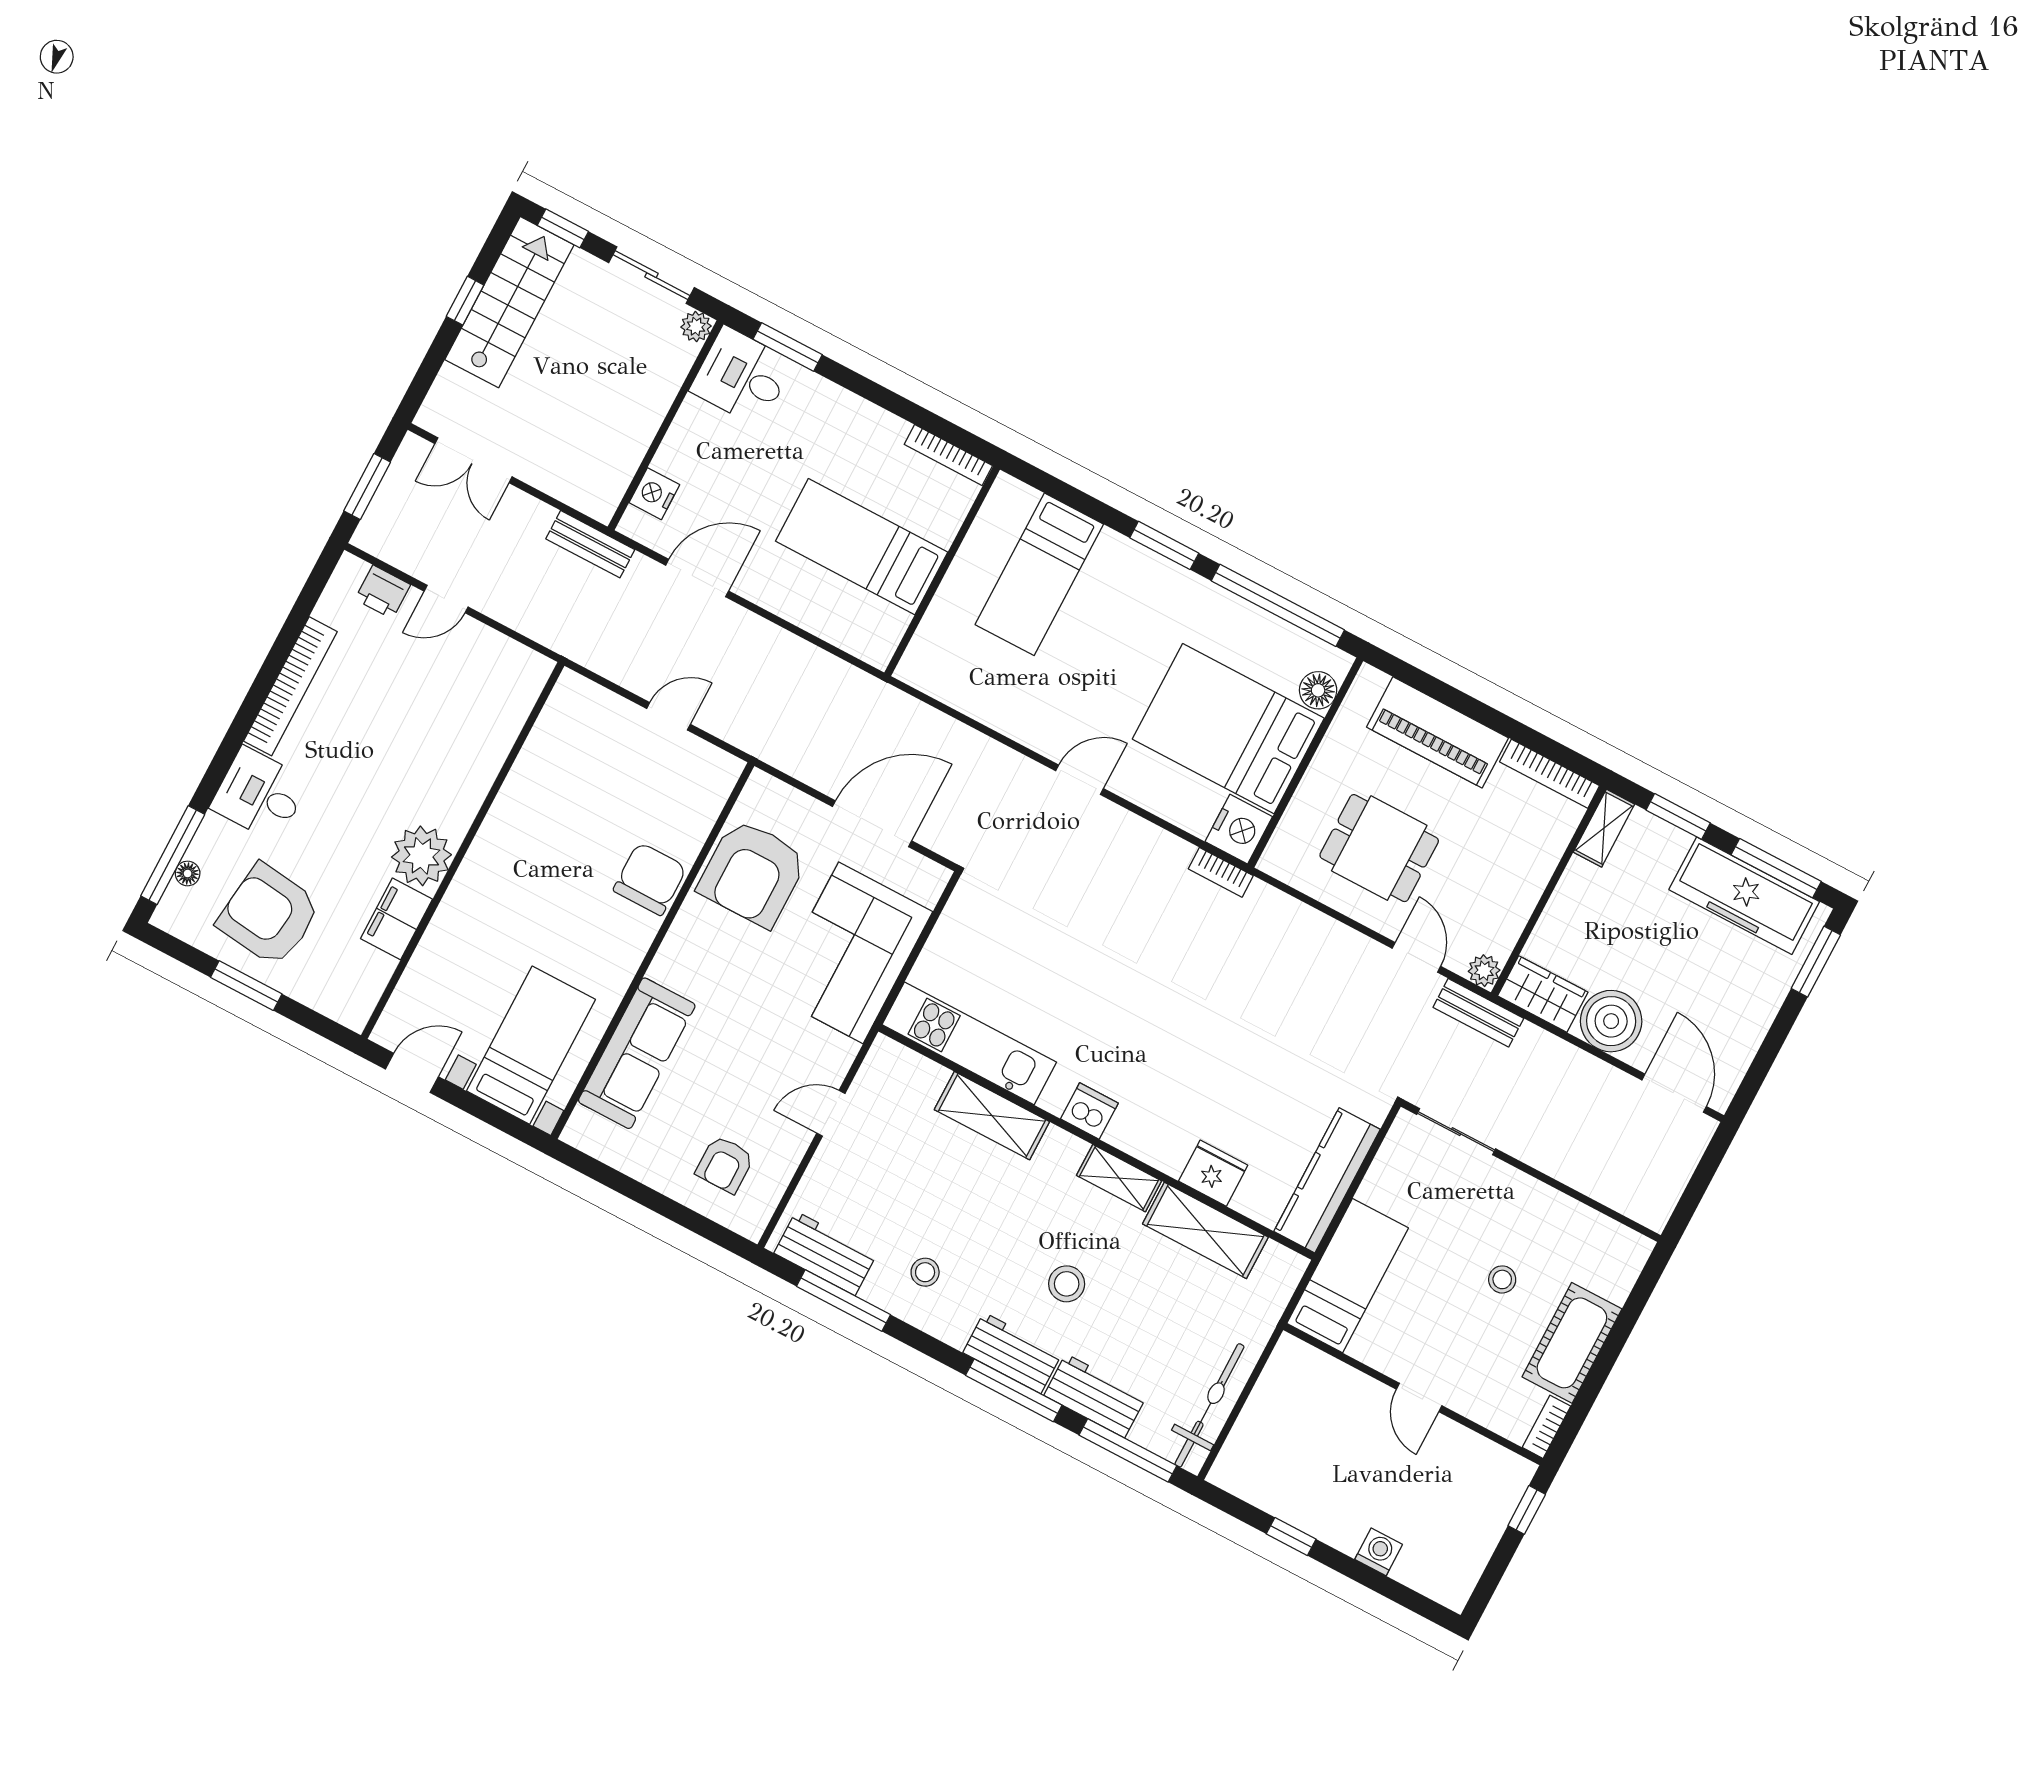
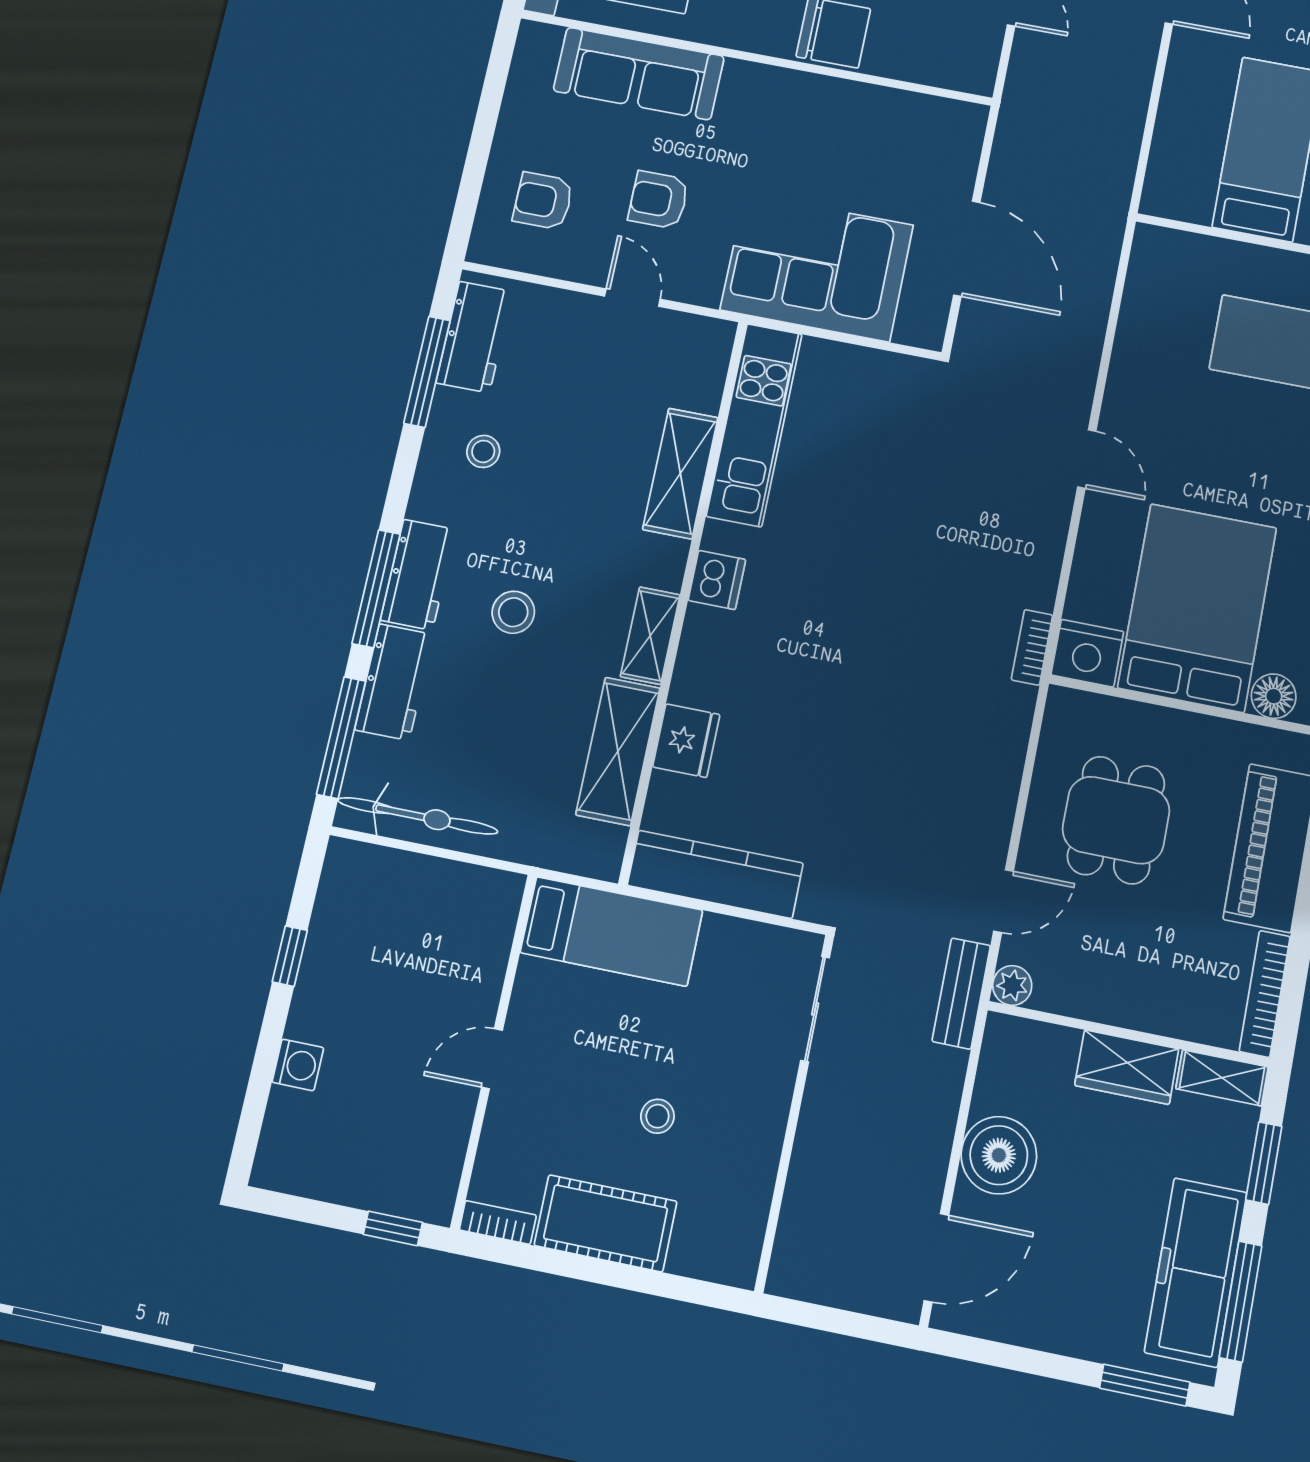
armchair: (753, 873) -> (658, 200), moved, width x0.53, depth x0.53
wardrobe: (1543, 994) -> (1127, 1067), moved, turned 90

